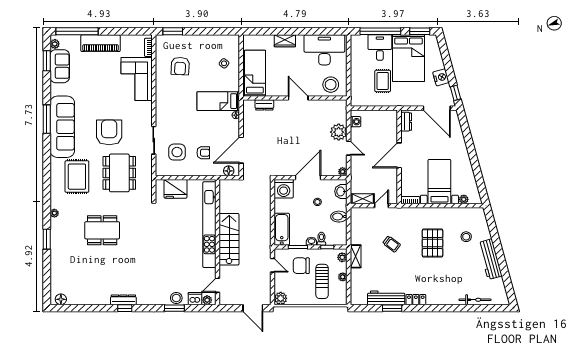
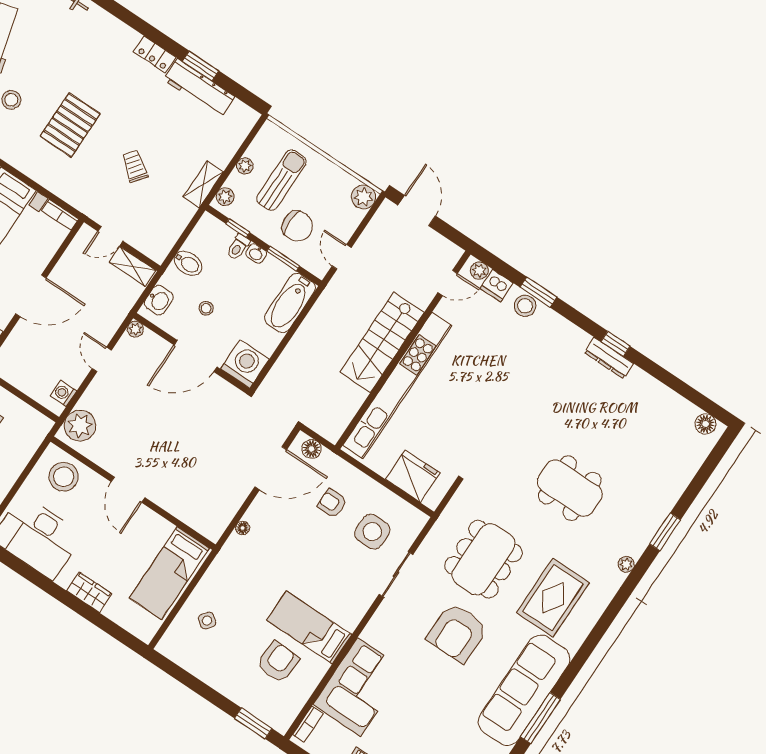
bed: (218, 101) -> (309, 628), moved, turned 180
dresser: (264, 105) -> (188, 514), removed
plant: (339, 132) -> (80, 426), moved

